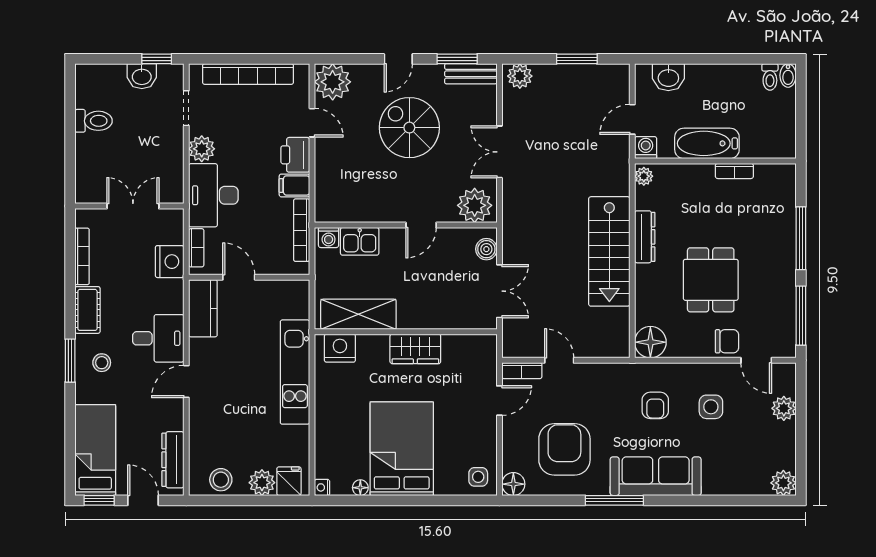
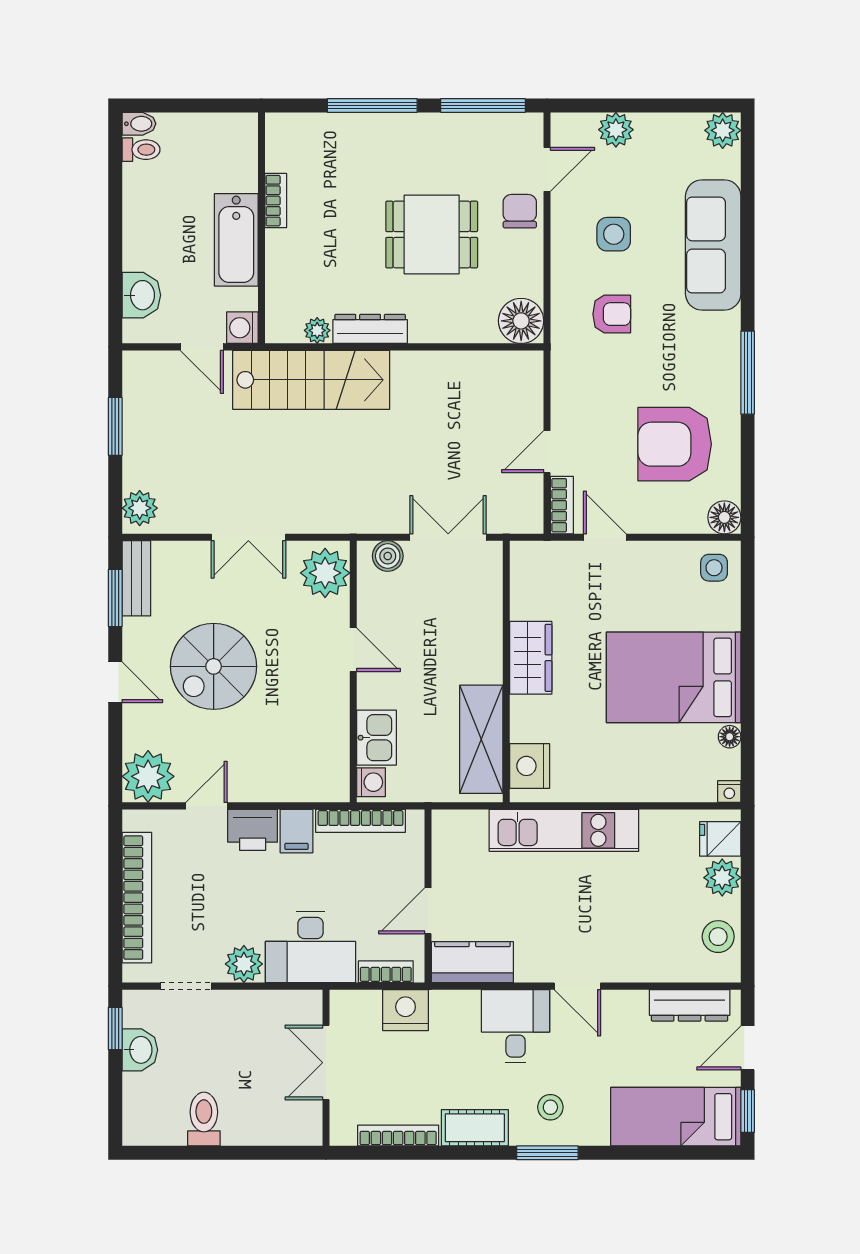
plant: (644, 176) -> (317, 330), moved
stairs: (609, 251) -> (311, 380), moved
sofa: (656, 476) -> (713, 245), moved

